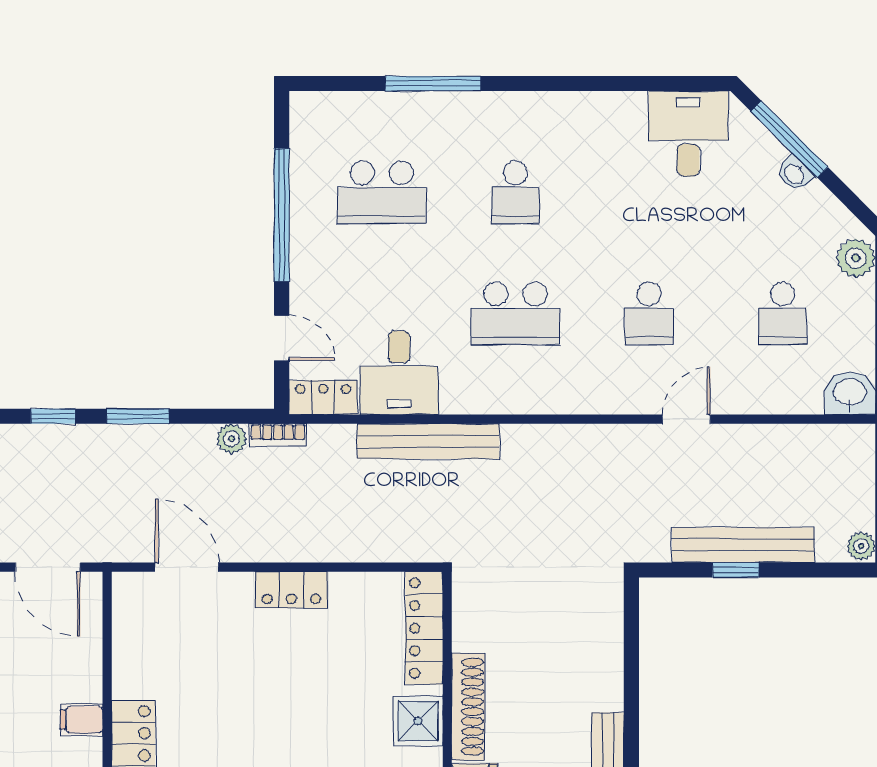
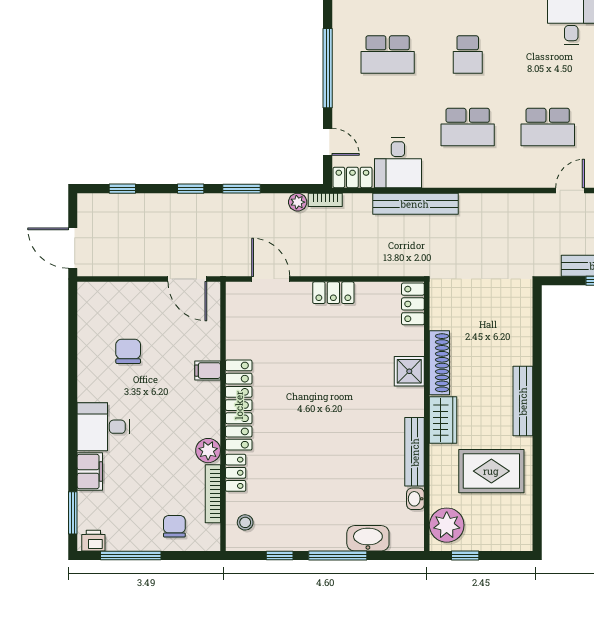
school desk: (649, 313) -> (548, 127), width x1.85
locker: (424, 628) -> (413, 304), width x0.66

